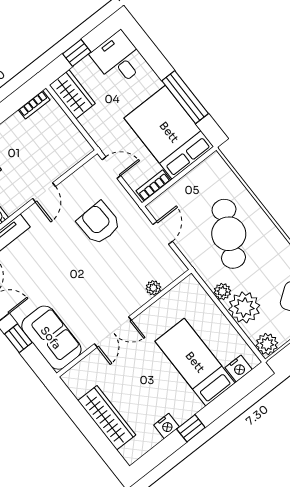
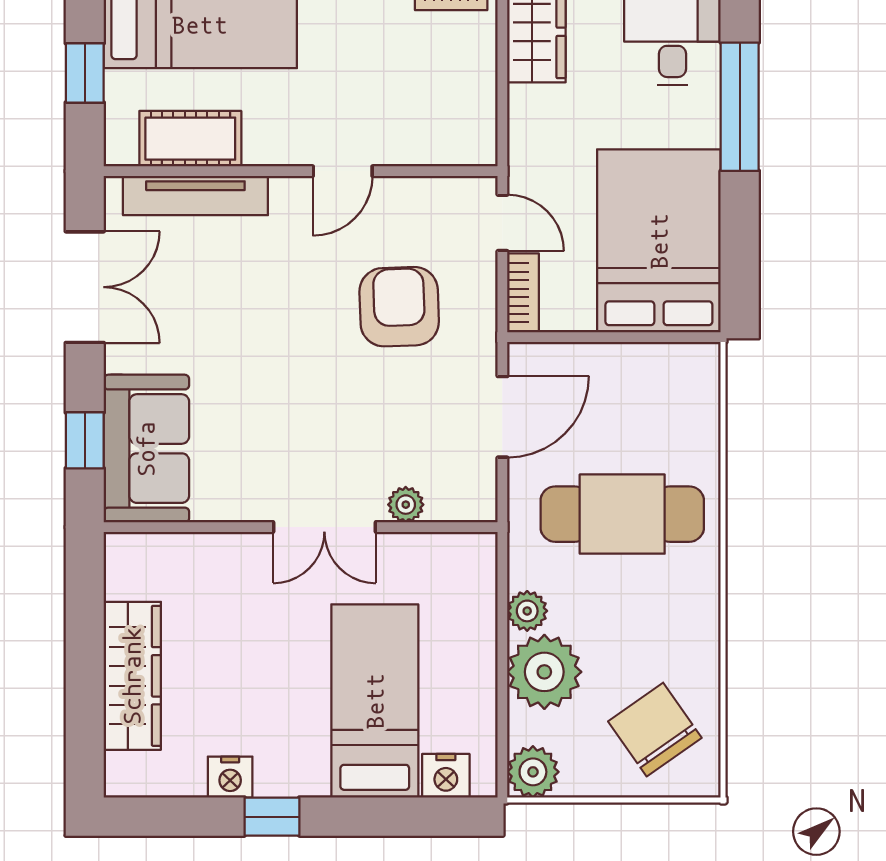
window: (185, 97) -> (740, 107), moved
bookcase: (153, 186) -> (523, 293), moved, turned 90
door: (163, 233) -> (502, 417), width x1.38
cafe table: (229, 234) -> (622, 514), turned 63
double door: (113, 332) -> (324, 527), moved
window: (18, 338) -> (85, 440), moved

